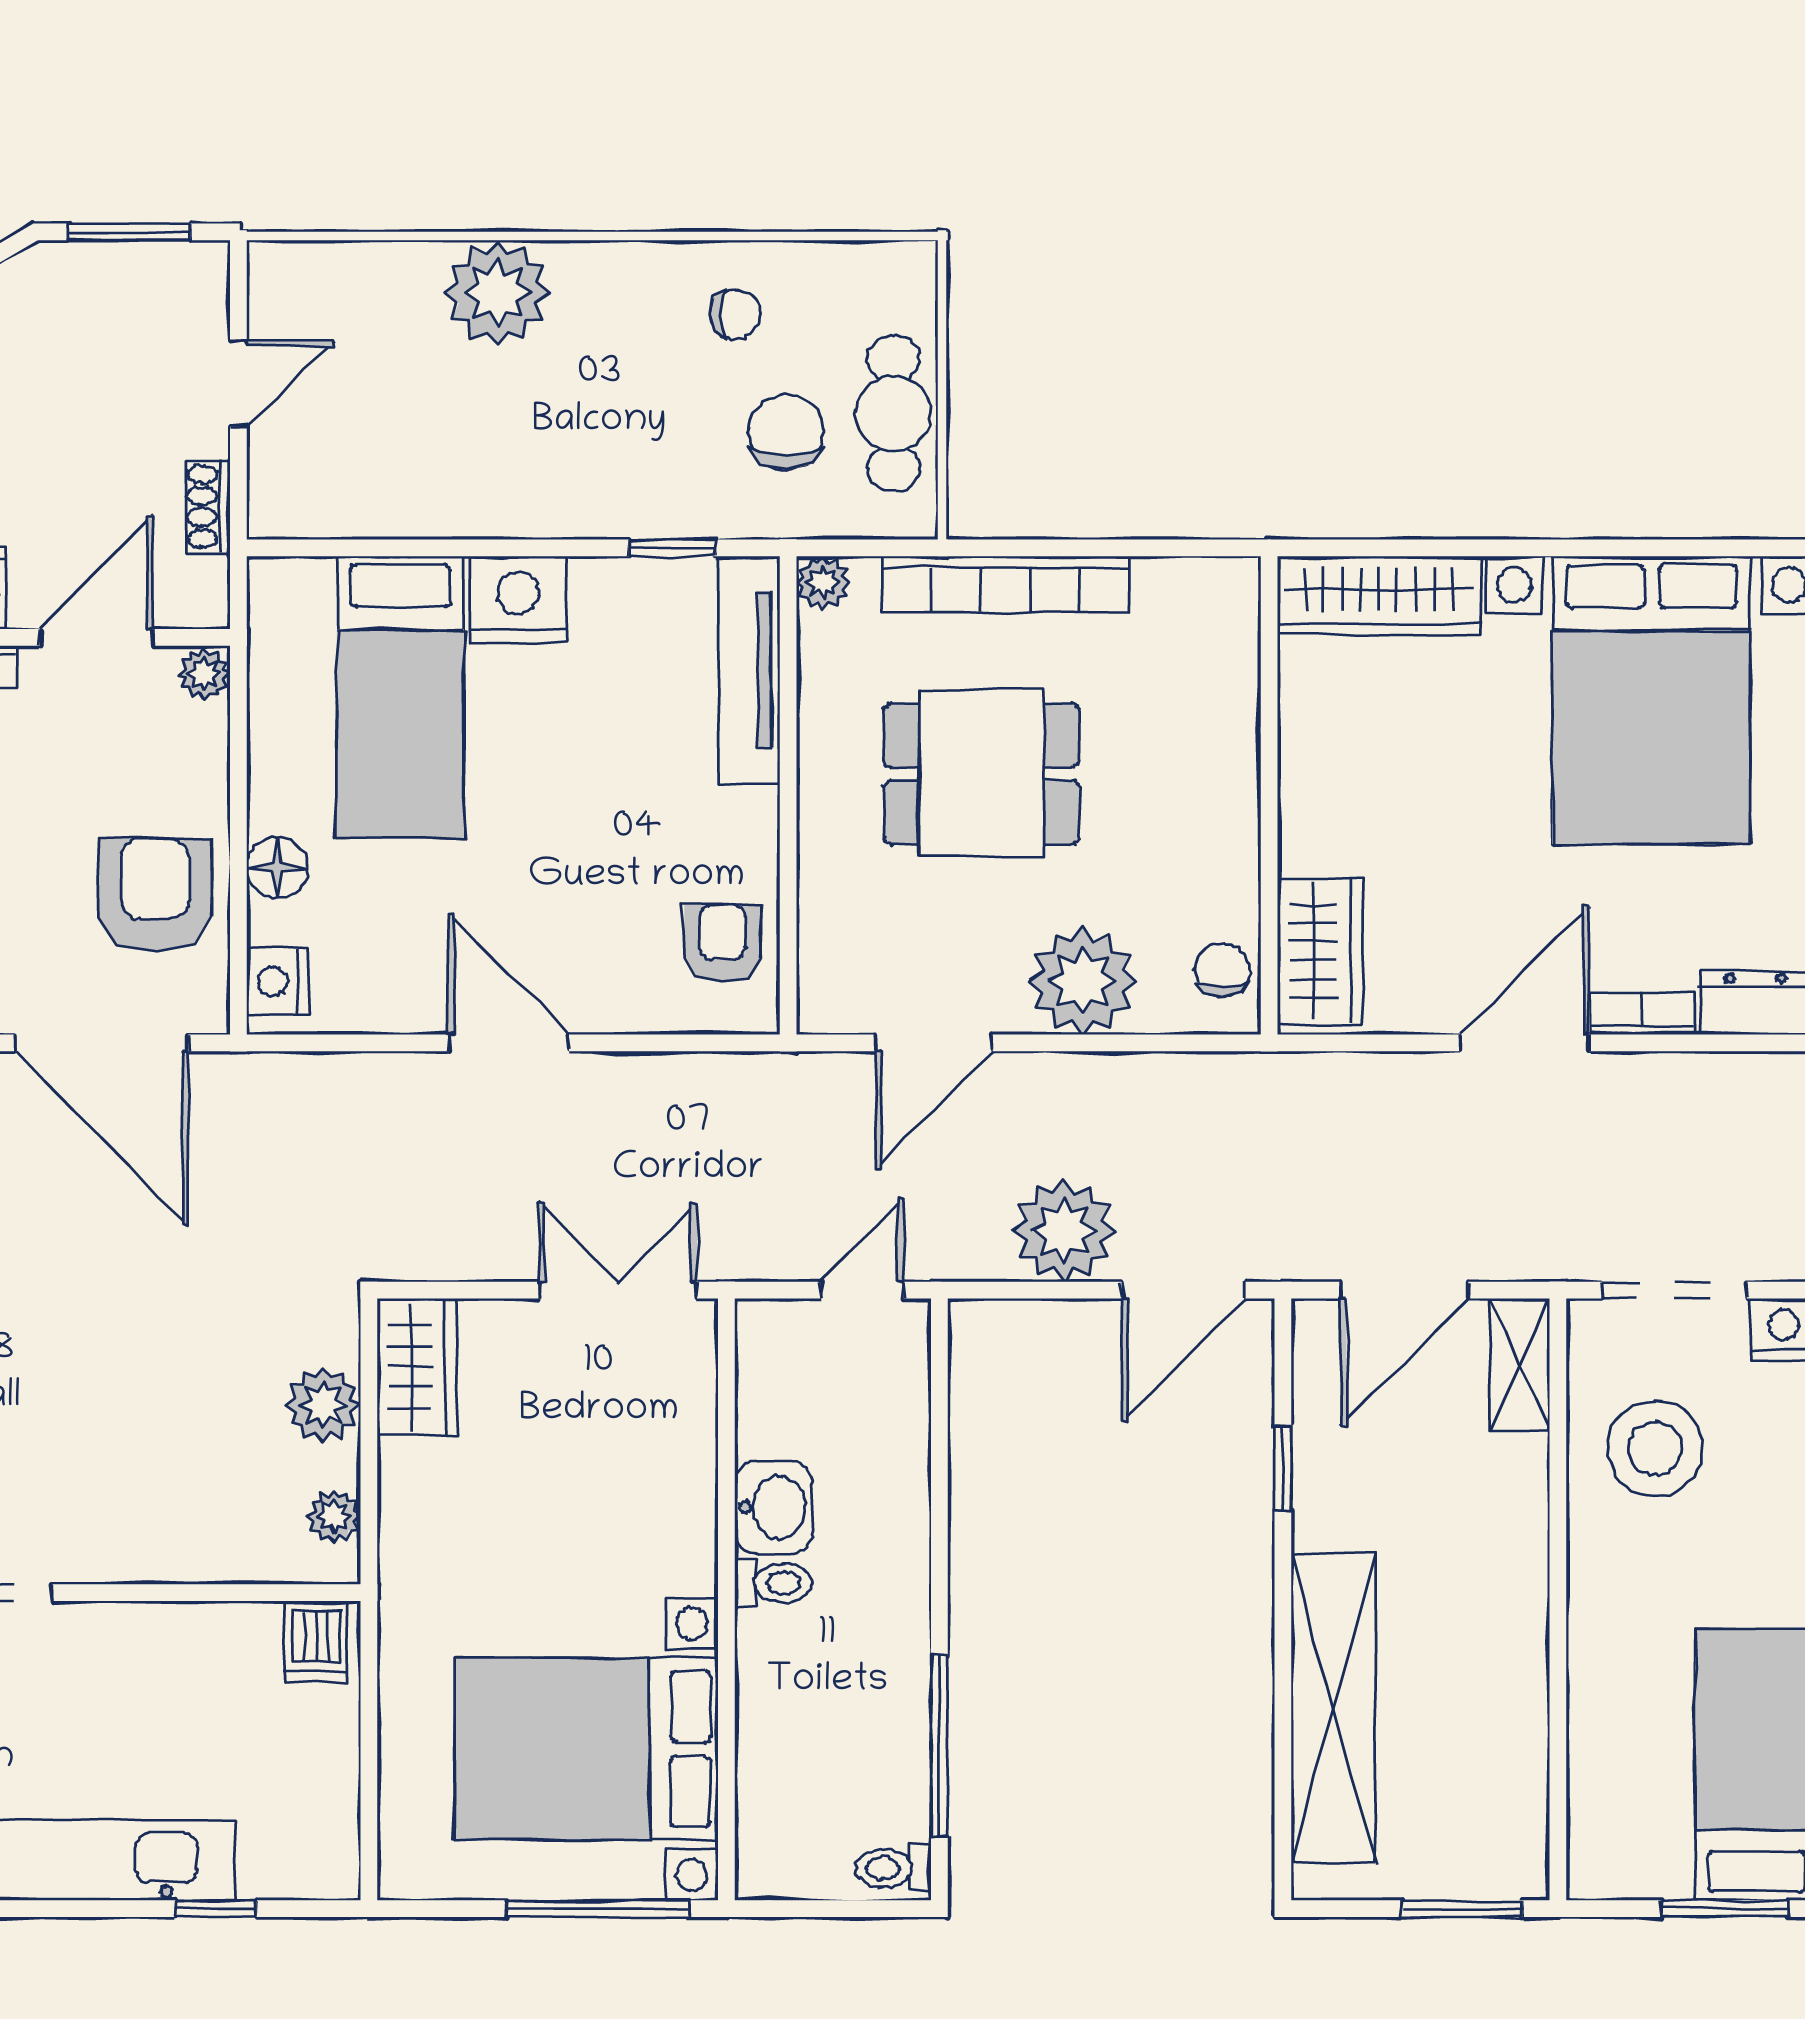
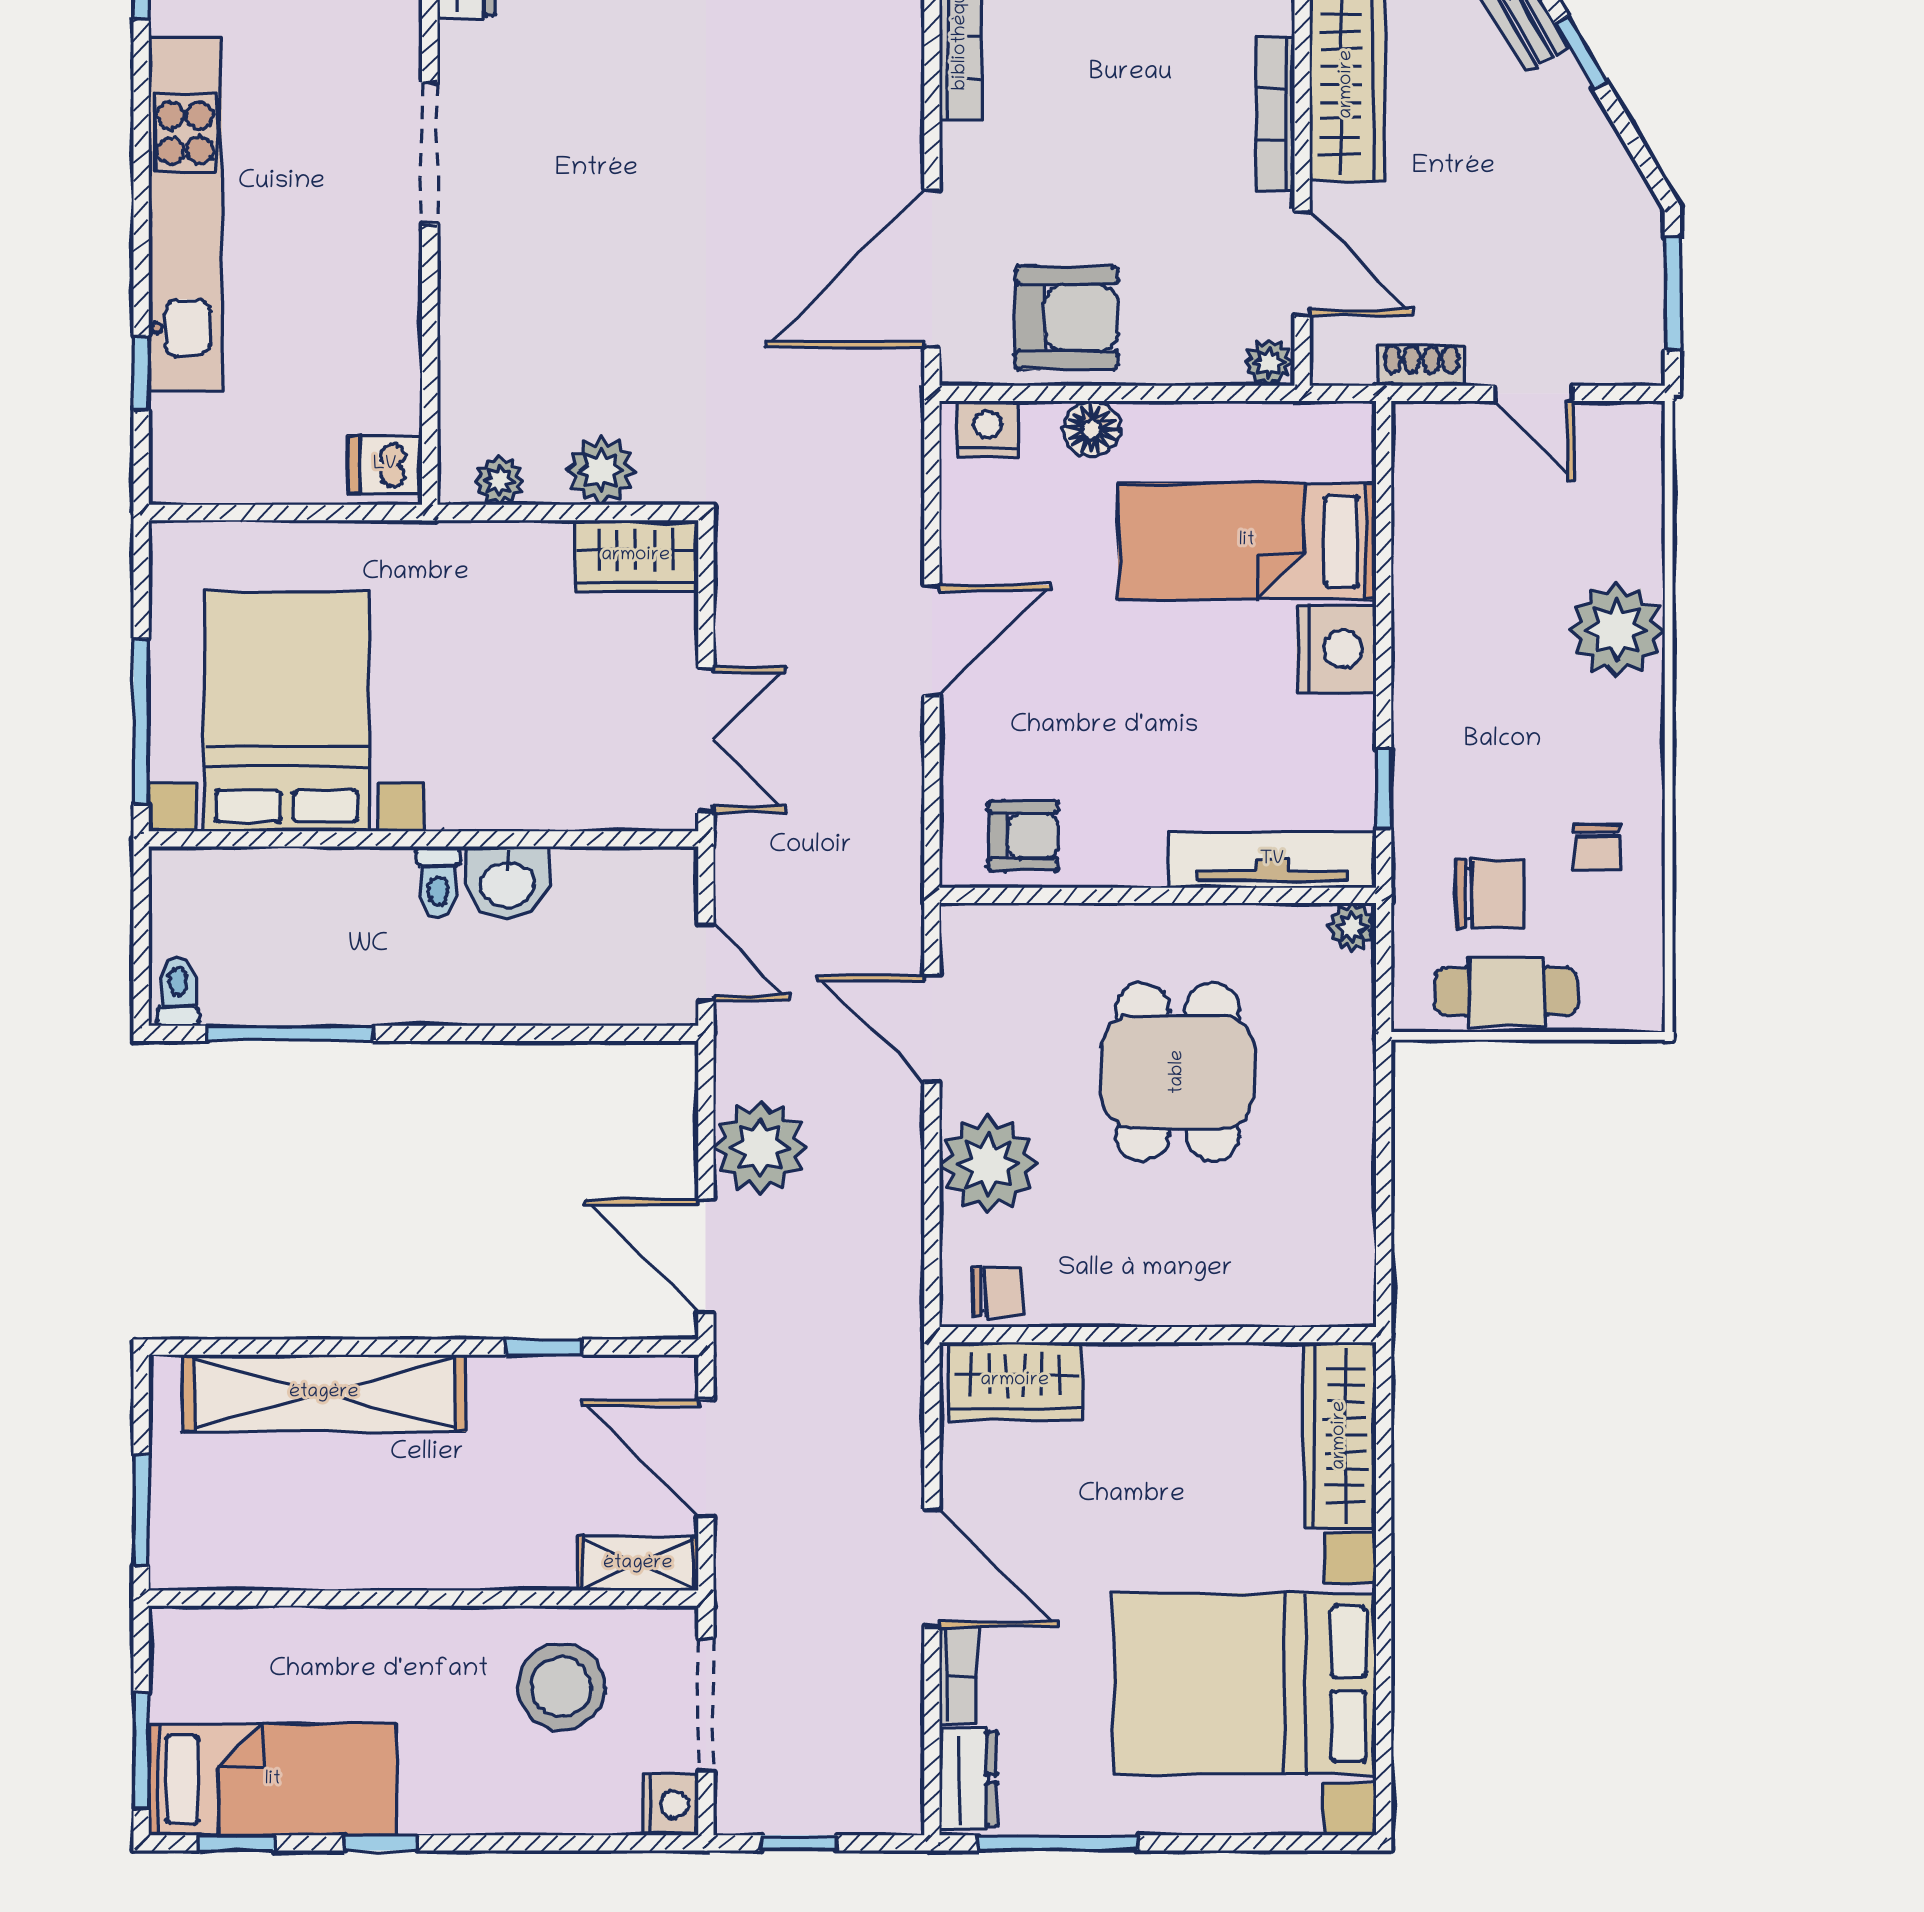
bookcase: (1006, 584) -> (1350, 1094), removed

